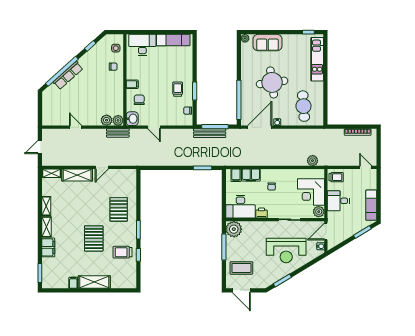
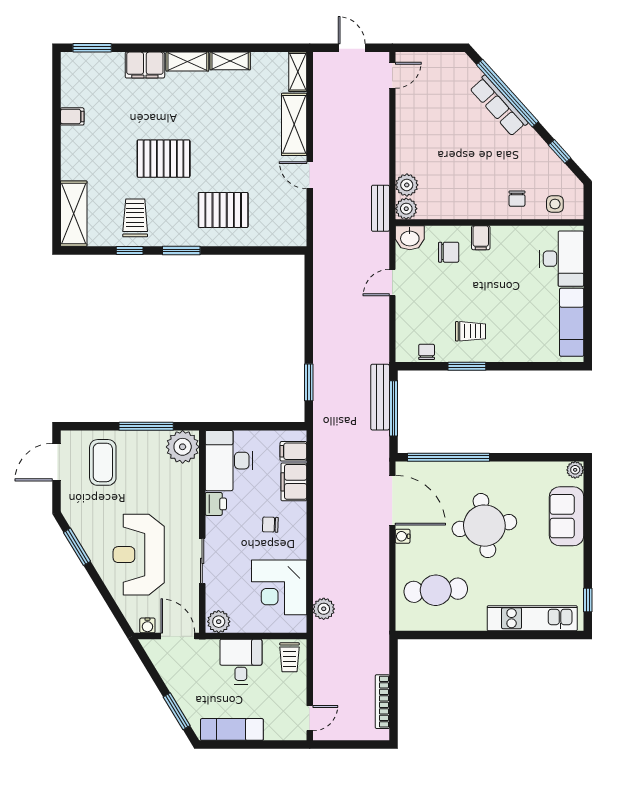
door: (76, 127) -> (392, 75), moved
corner desk: (311, 192) -> (279, 587), moved, turned -90
shelving: (94, 282) -> (74, 214), moved

